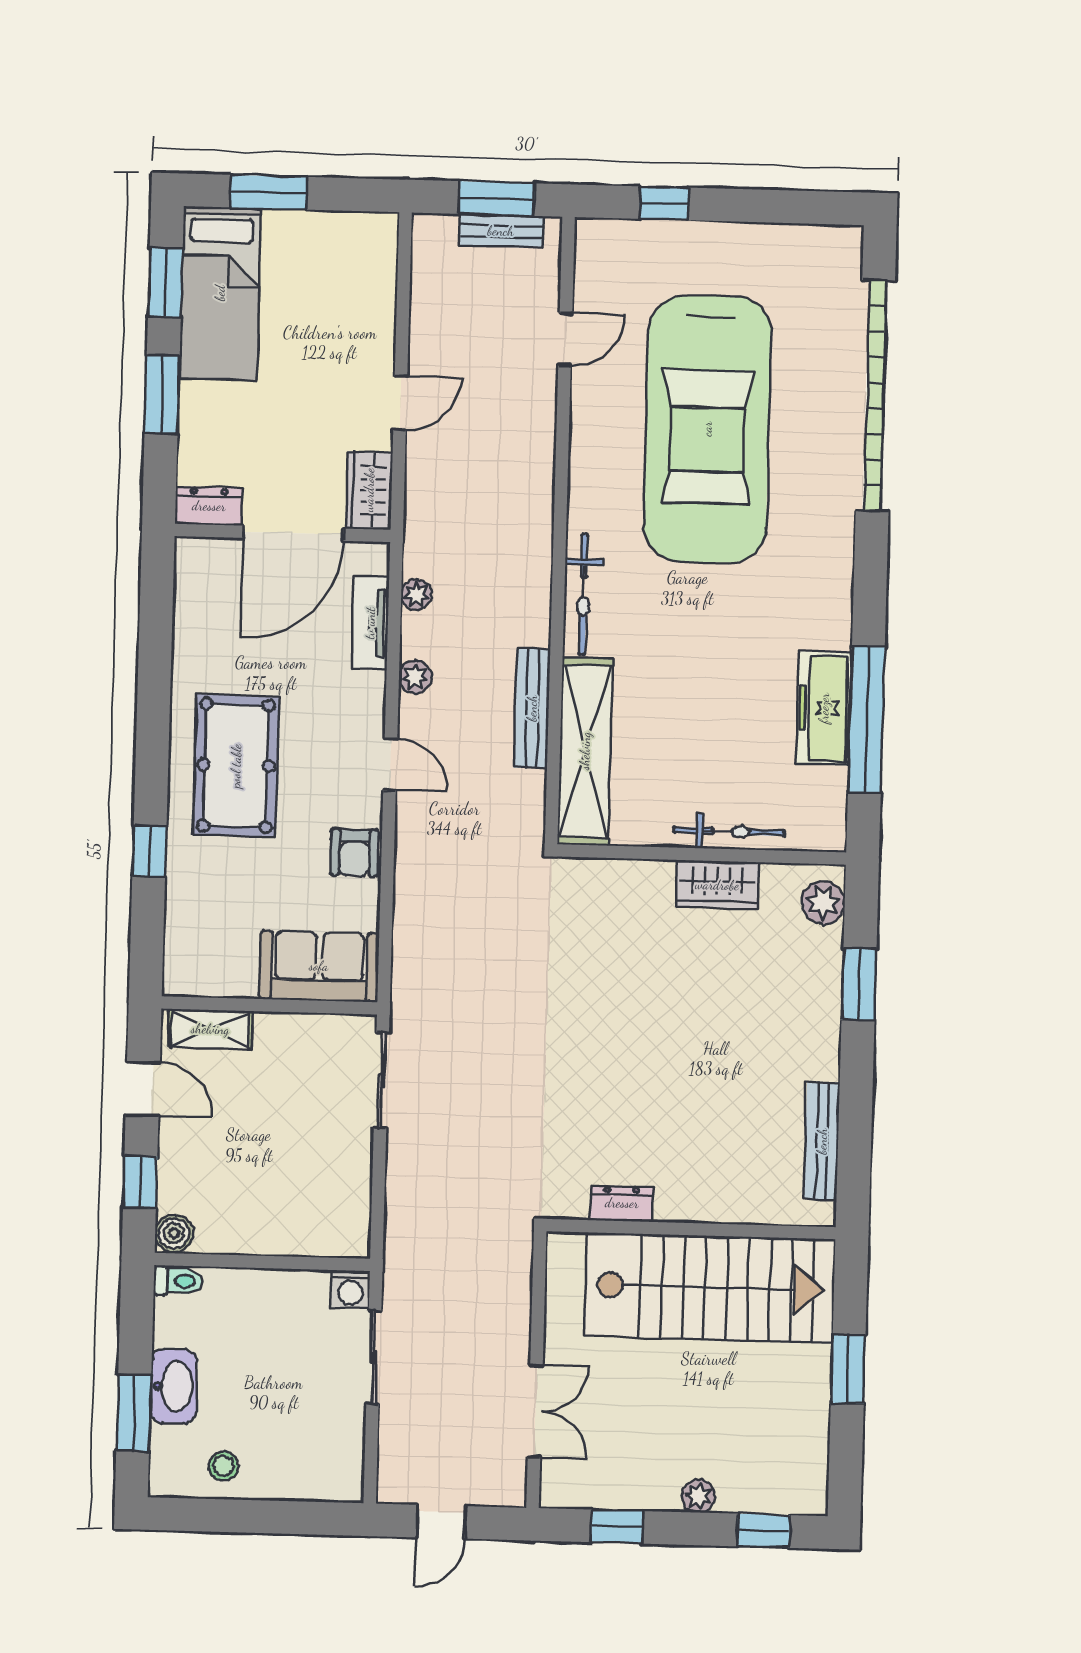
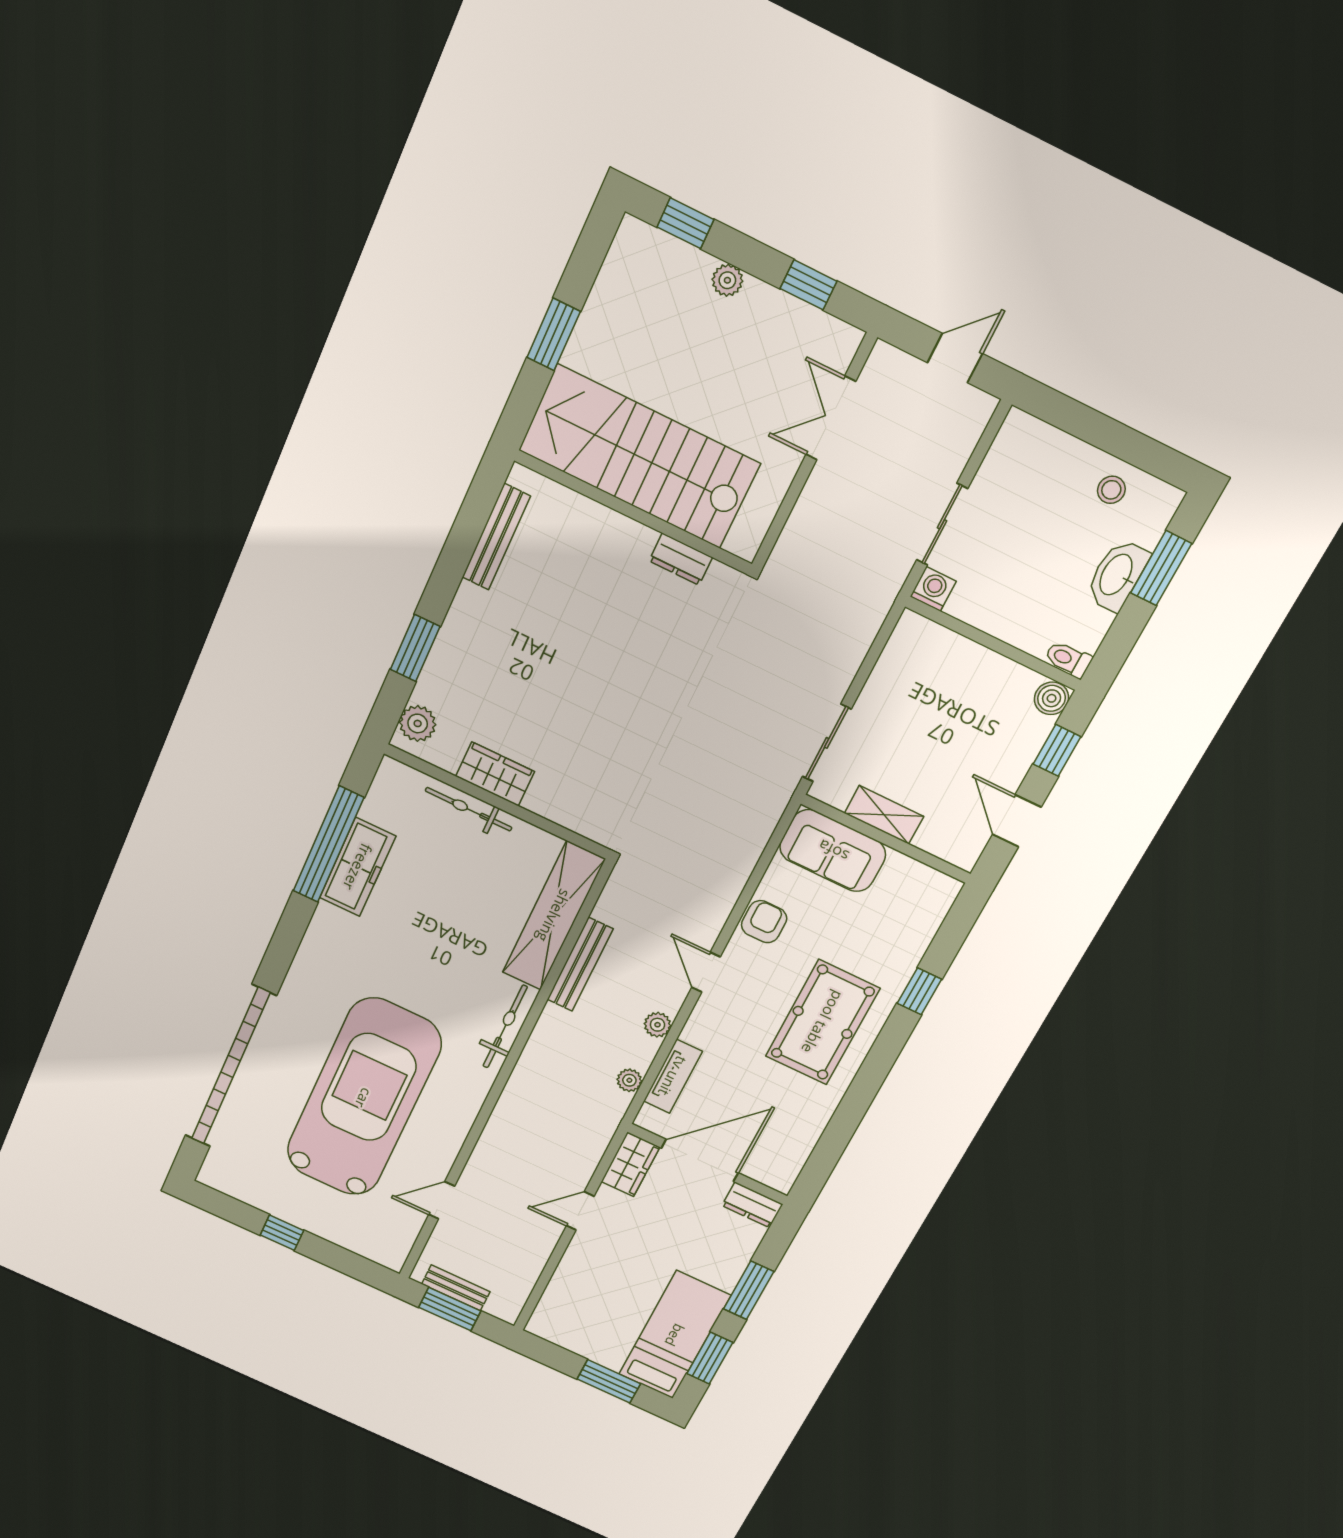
window: (664, 203) -> (282, 1233), moved
shelving: (210, 1029) -> (884, 815), moved

